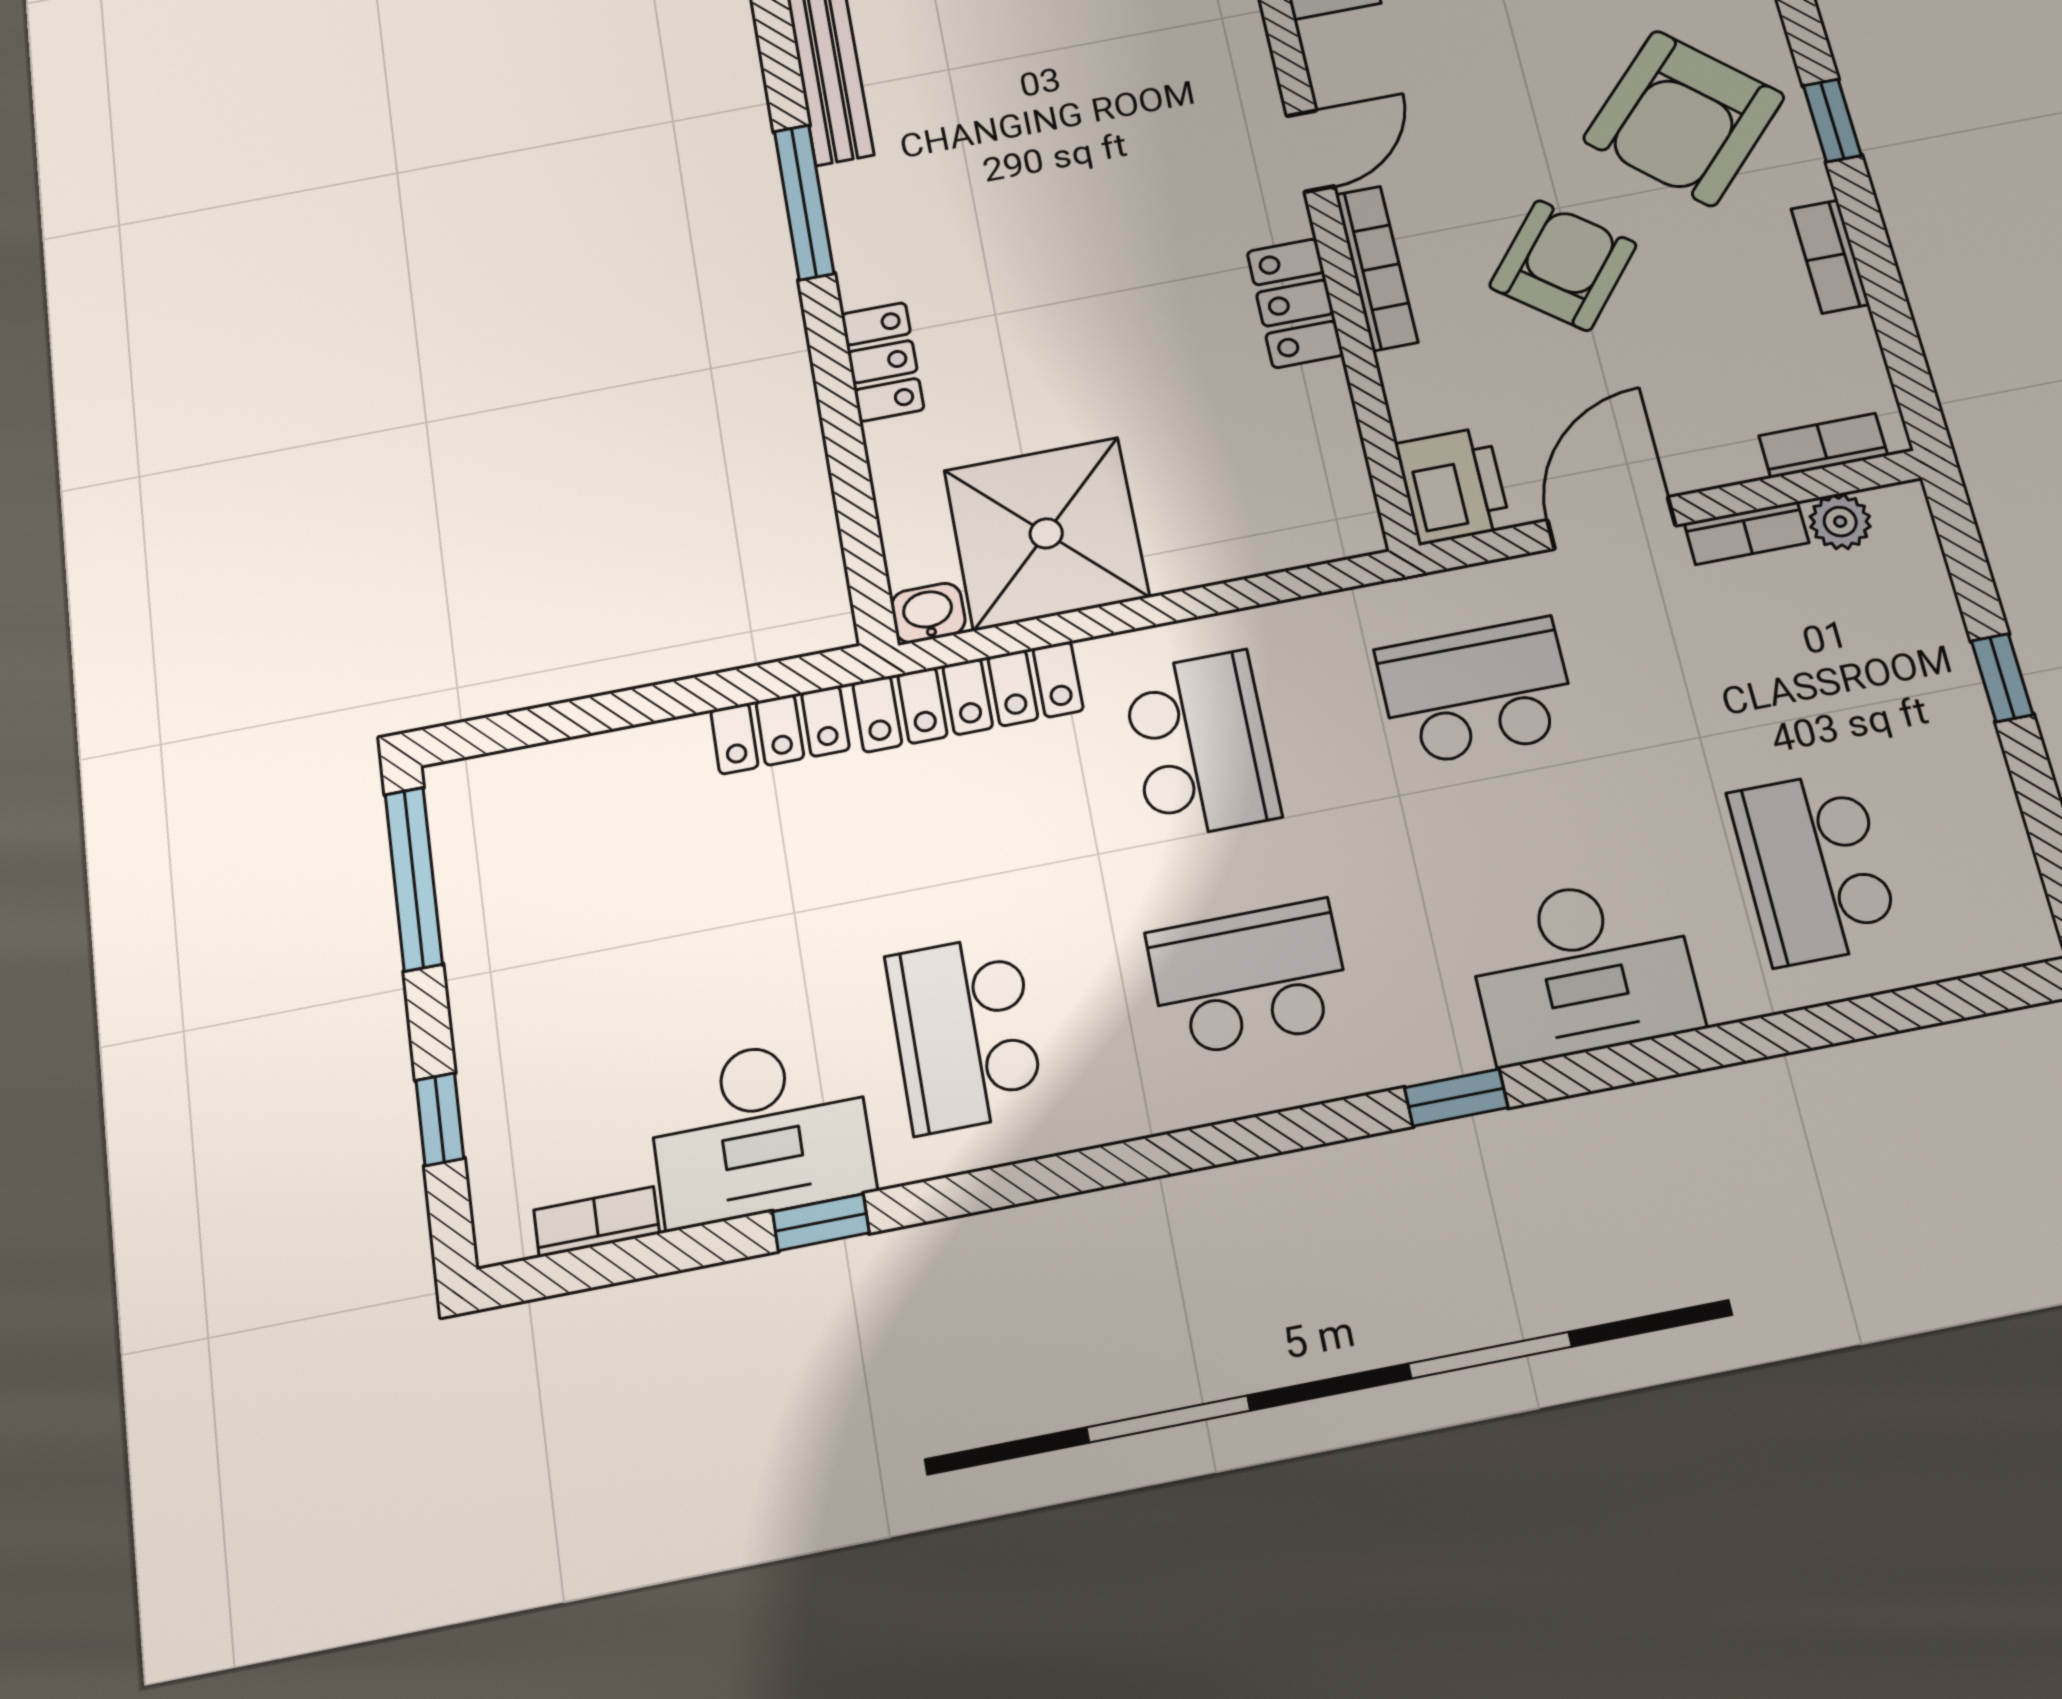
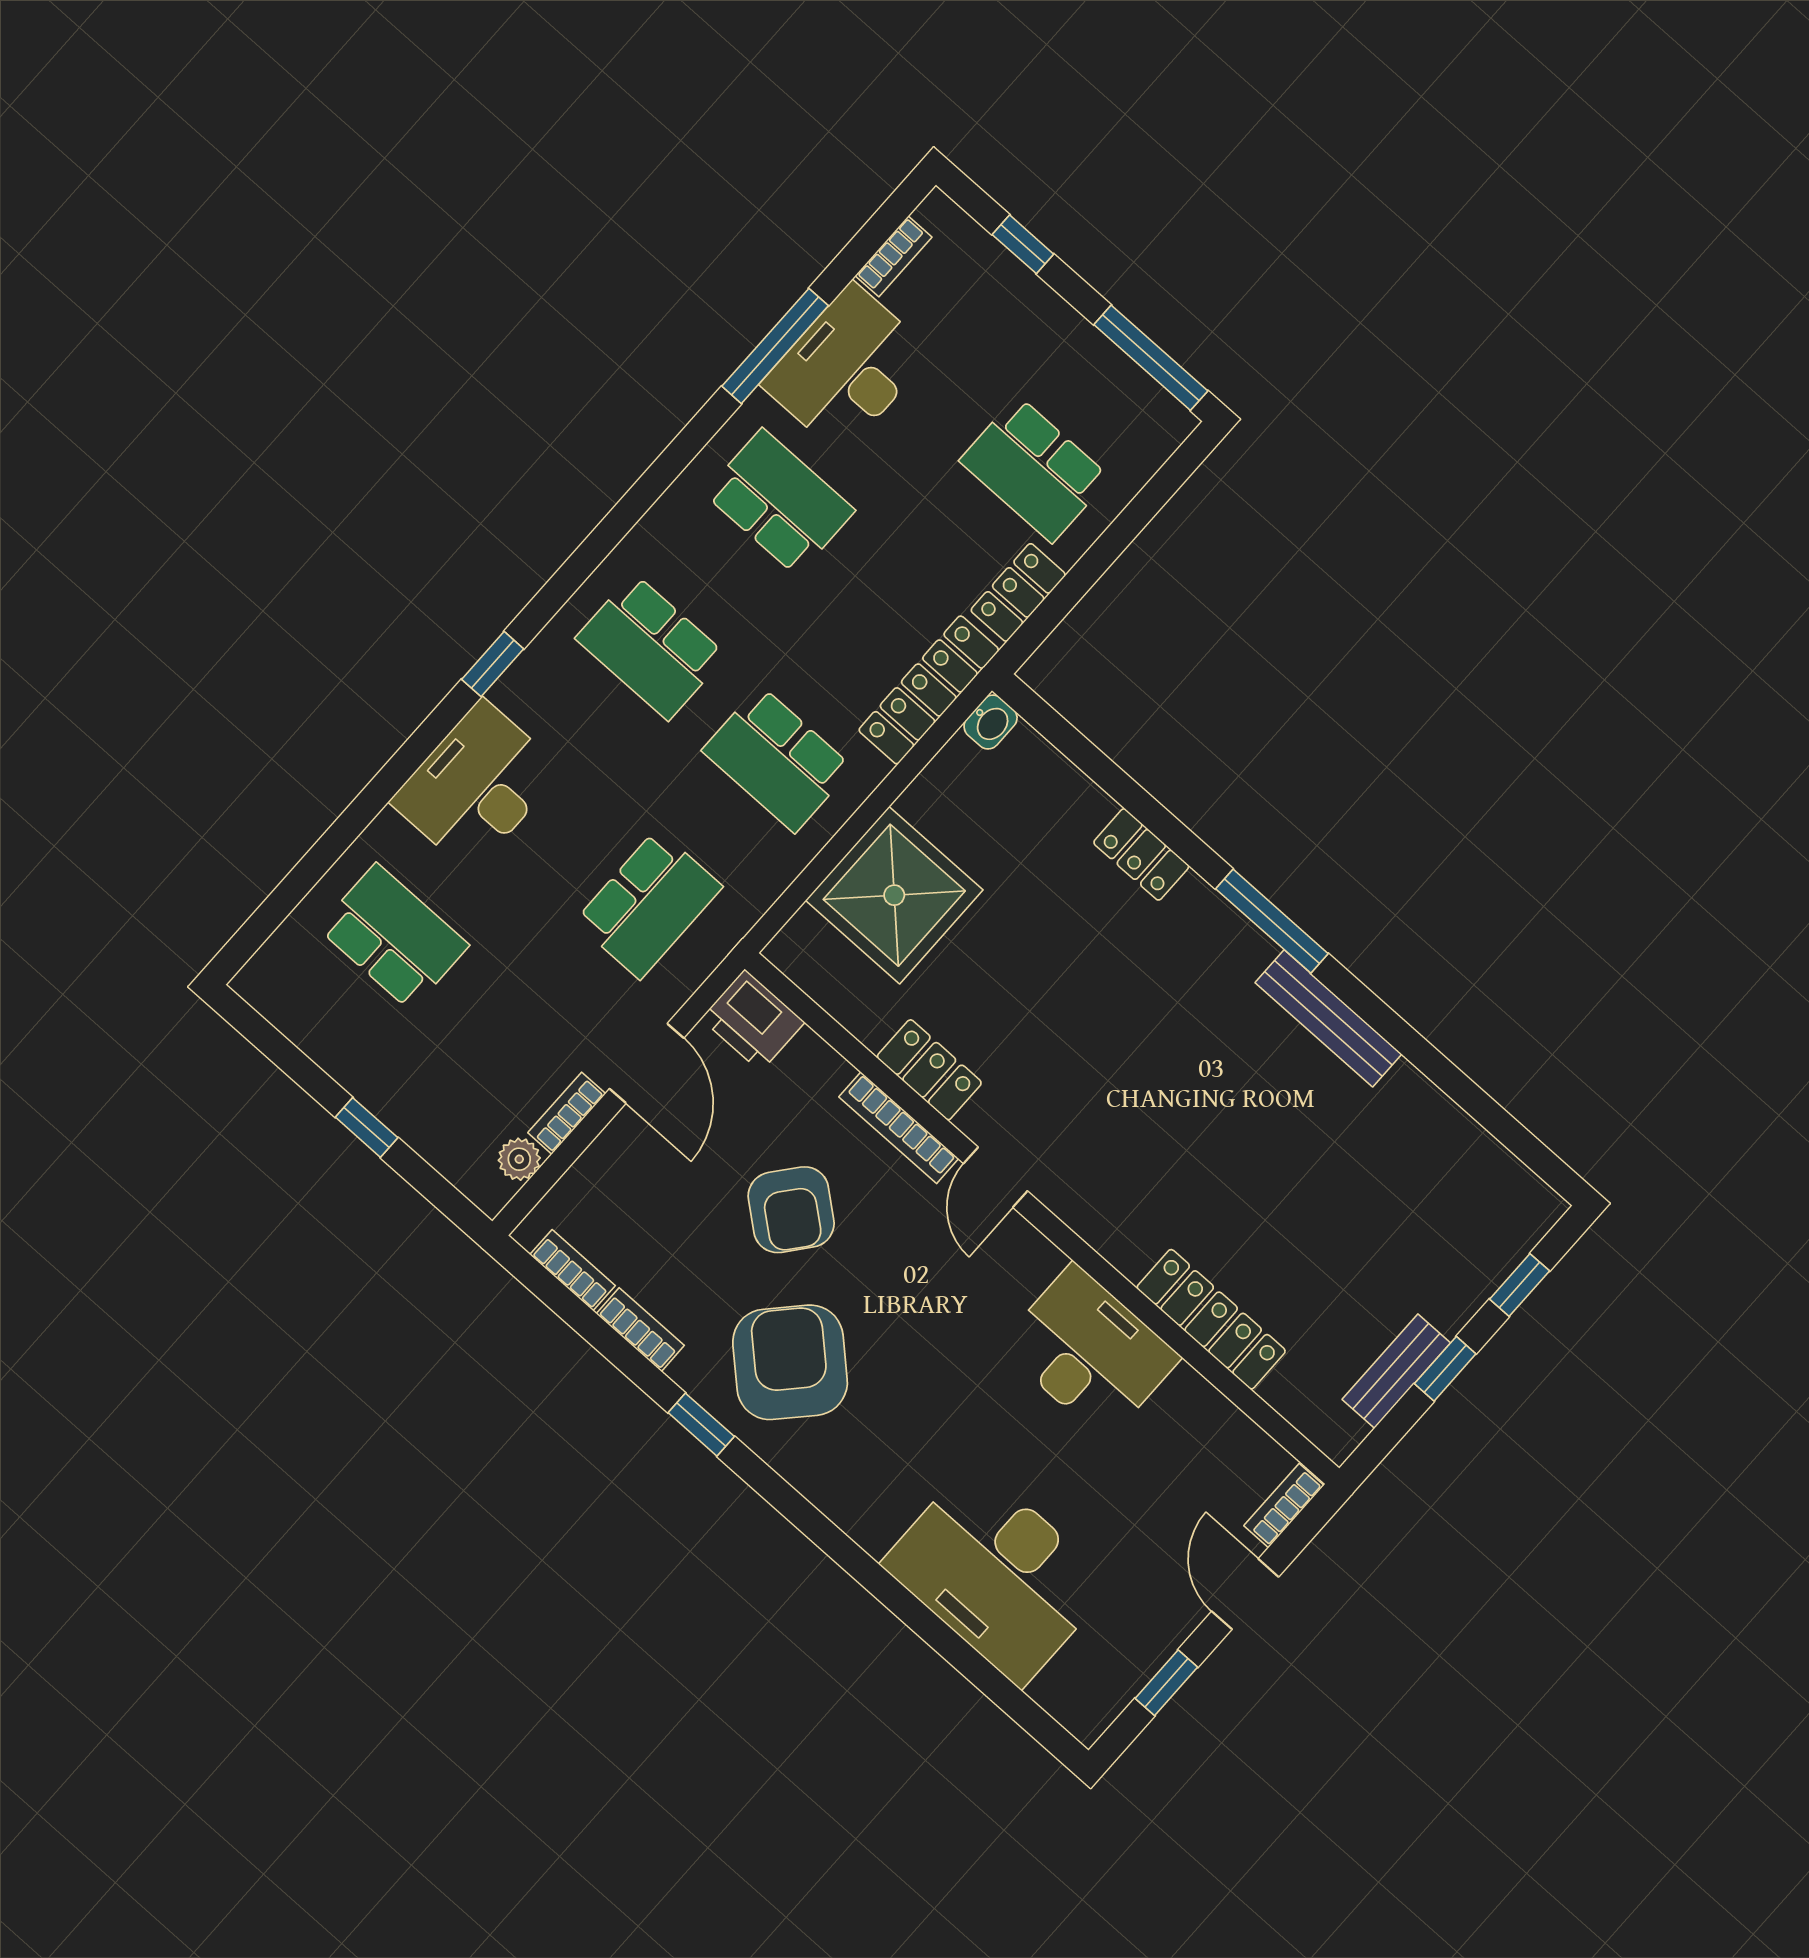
bookcase: (1823, 446) -> (573, 1270), moved, turned -90
shower: (1046, 533) -> (894, 895), moved
school desk: (646, 852) -> (1035, 469), added
school desk: (1249, 978) -> (651, 647), turned 90
window: (821, 1222) -> (775, 346), width x2.17

